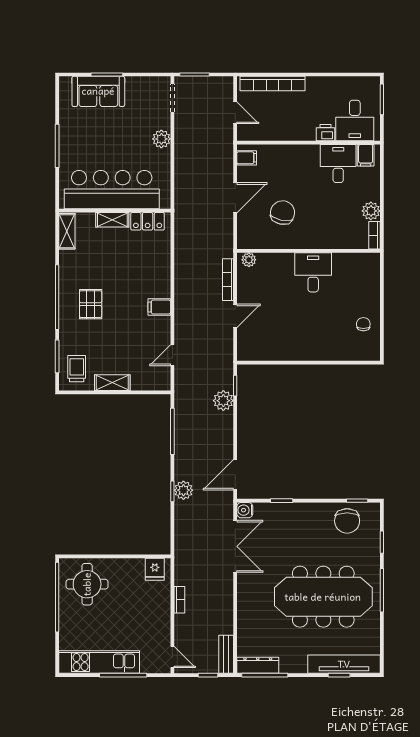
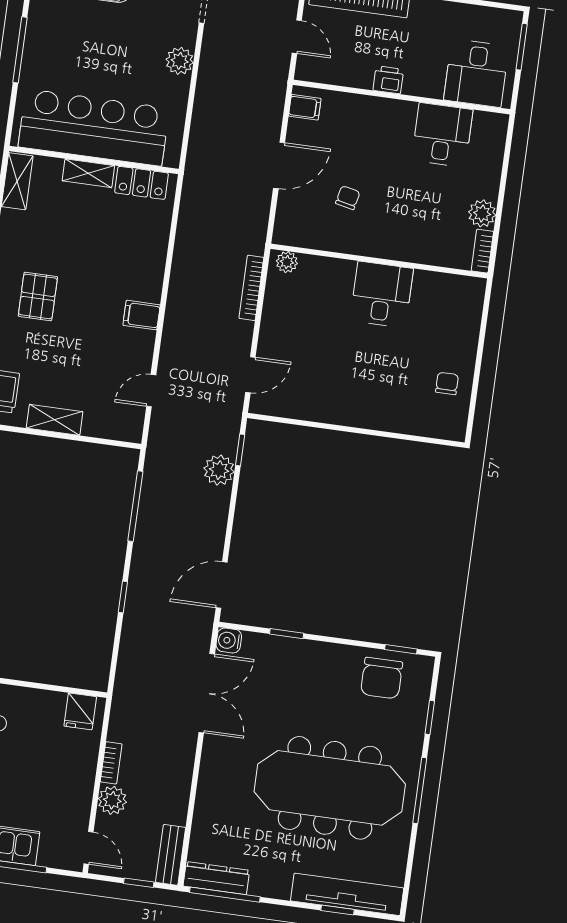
printer: (325, 133) -> (388, 80), moved
filing cabinet: (366, 155) -> (485, 128), removed
chair: (283, 213) -> (348, 198), width x0.54, depth x0.54
door: (235, 316) -> (250, 375), moved
plant: (183, 490) -> (112, 800), moved

